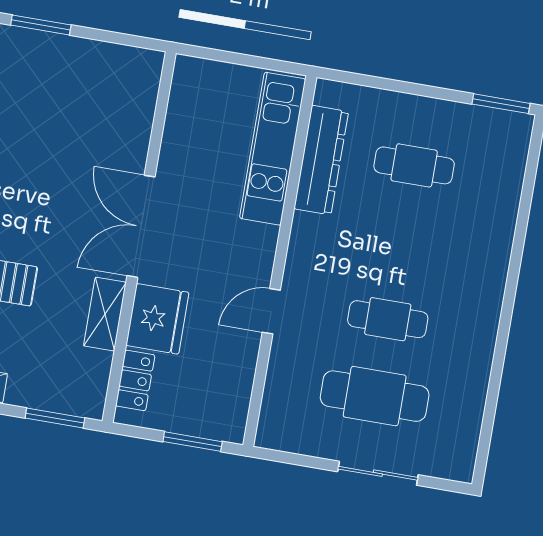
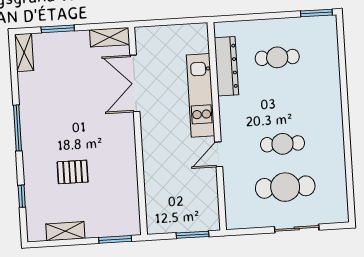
kitchen unit: (273, 149) -> (200, 95), moved
double door: (141, 226) -> (135, 83), moved
shelving: (105, 314) -> (110, 37), moved, turned 90
fridge: (157, 319) -> (158, 173), removed
locker: (135, 380) -> (154, 209), removed

